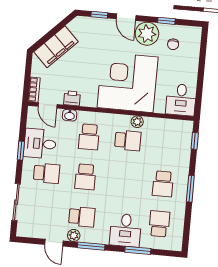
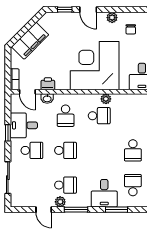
window: (166, 21) -> (123, 10), removed
plant: (147, 34) -> (112, 18), width x0.53, depth x0.53
school desk: (85, 177) -> (66, 150), turned -90

